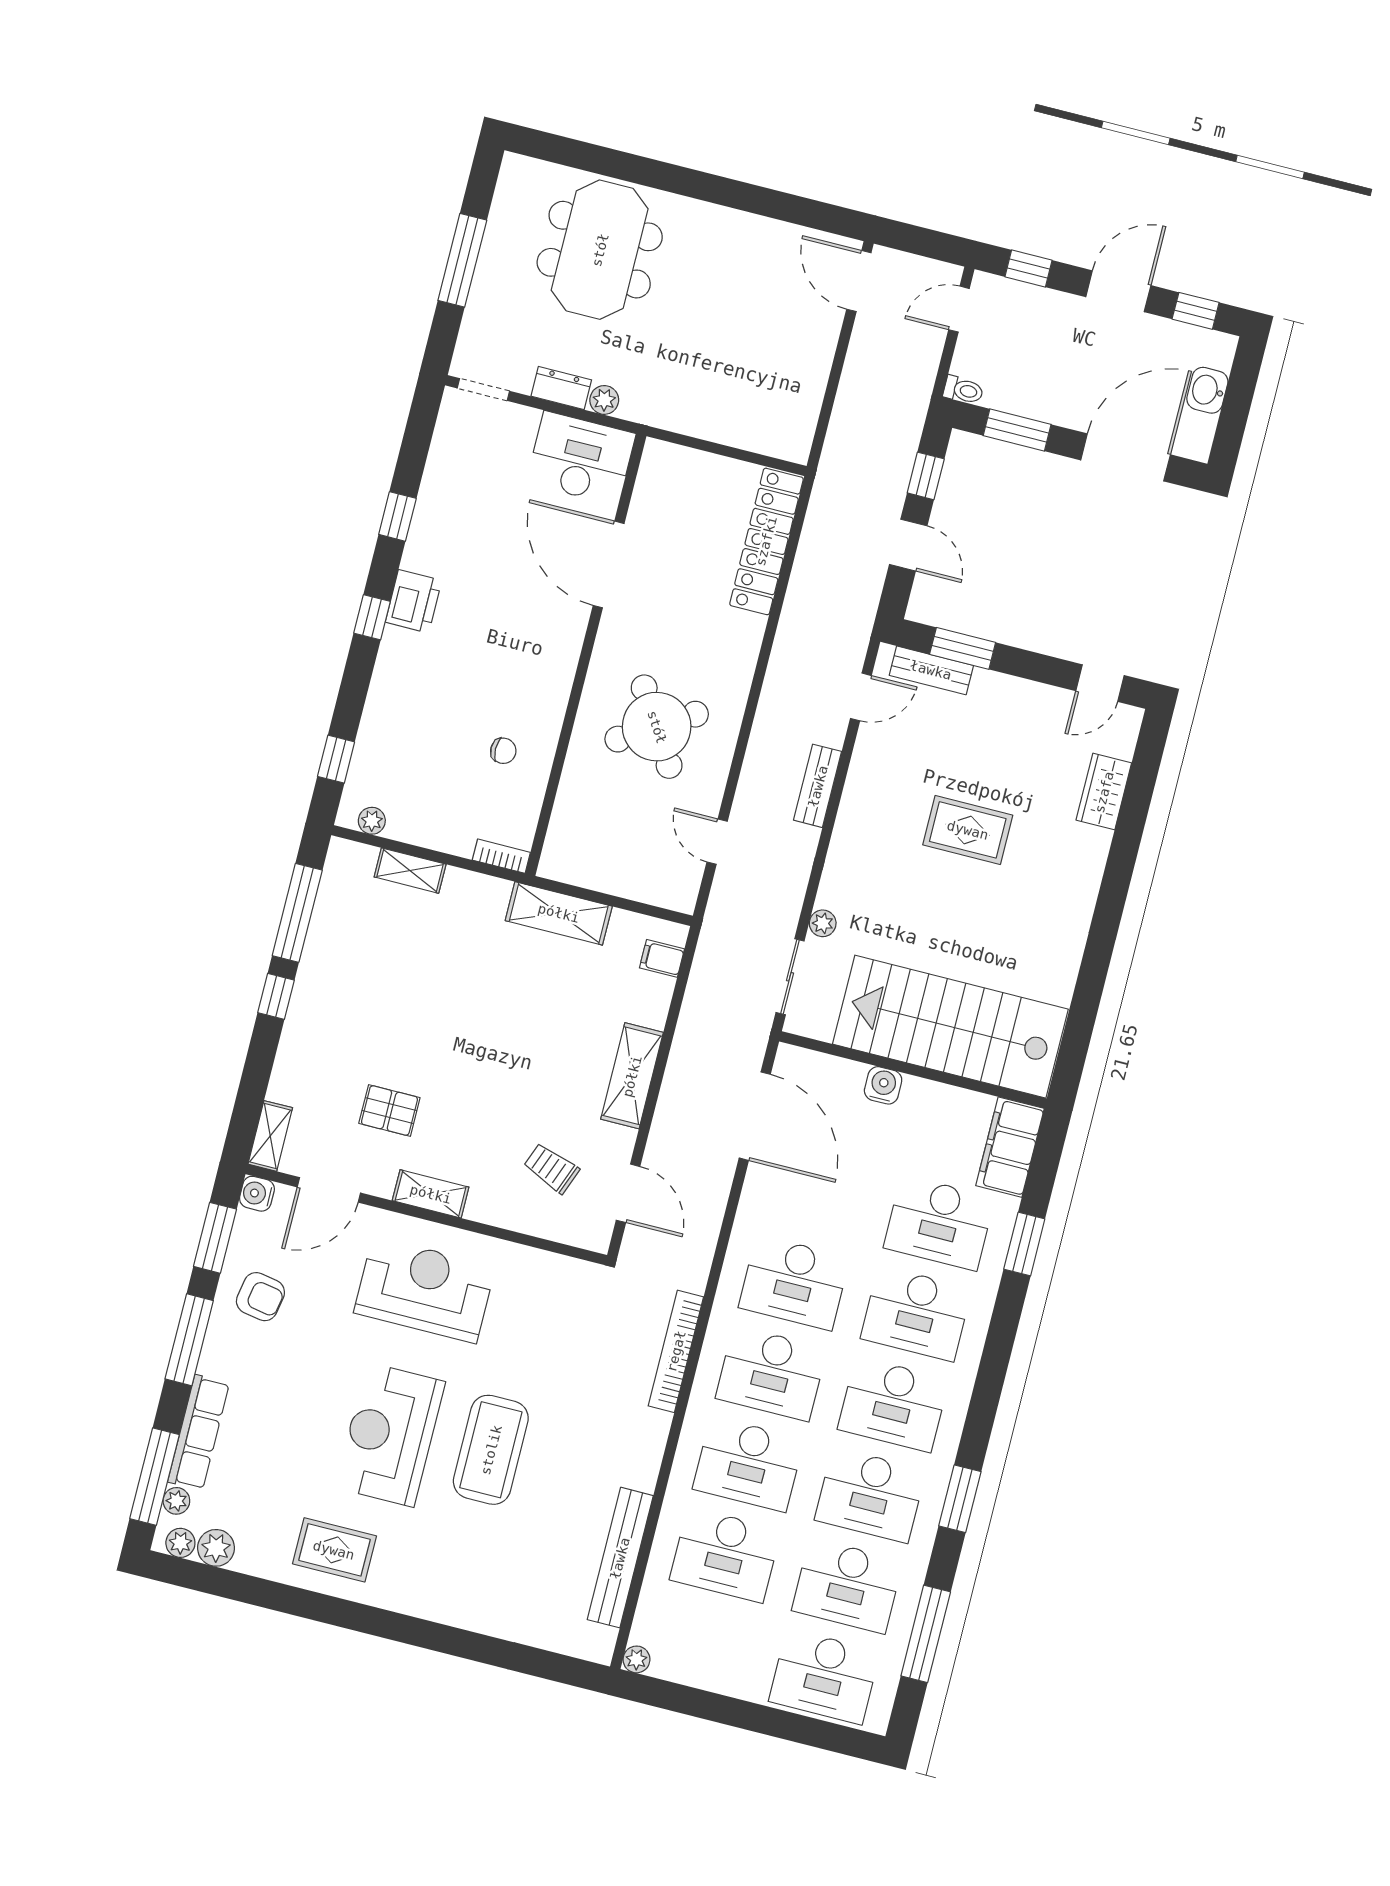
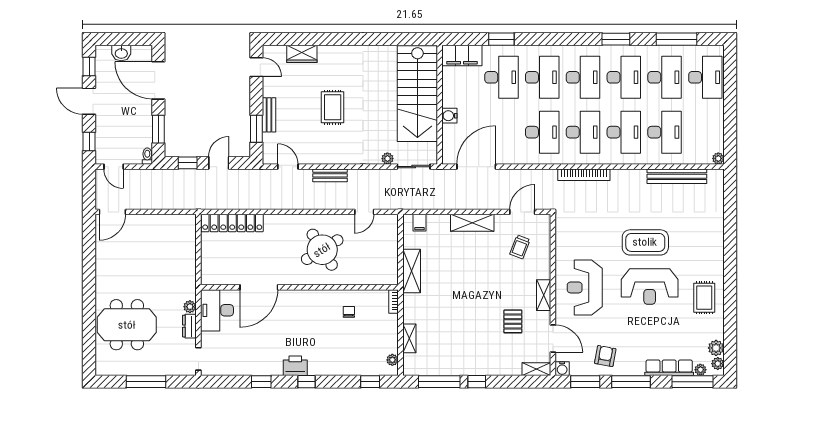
bench: (931, 670) -> (269, 115), moved

